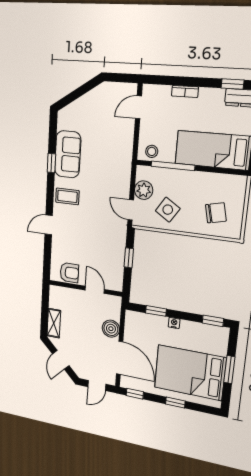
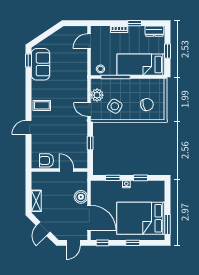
window: (232, 84) -> (135, 23), moved
sofa: (68, 154) -> (40, 64), moved
window: (51, 163) -> (28, 60), moved
armchair: (69, 273) -> (46, 160), turned 180
window: (213, 321) -> (140, 178), moved
window: (229, 370) -> (167, 225), moved

